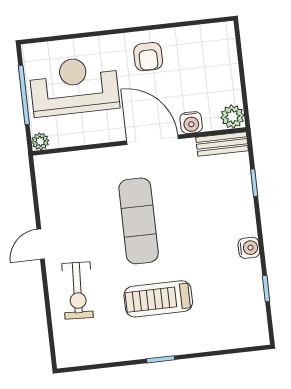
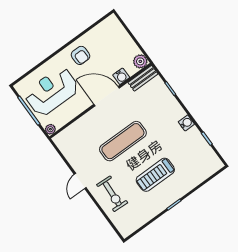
exercise mat: (139, 221) -> (123, 141), turned 90

